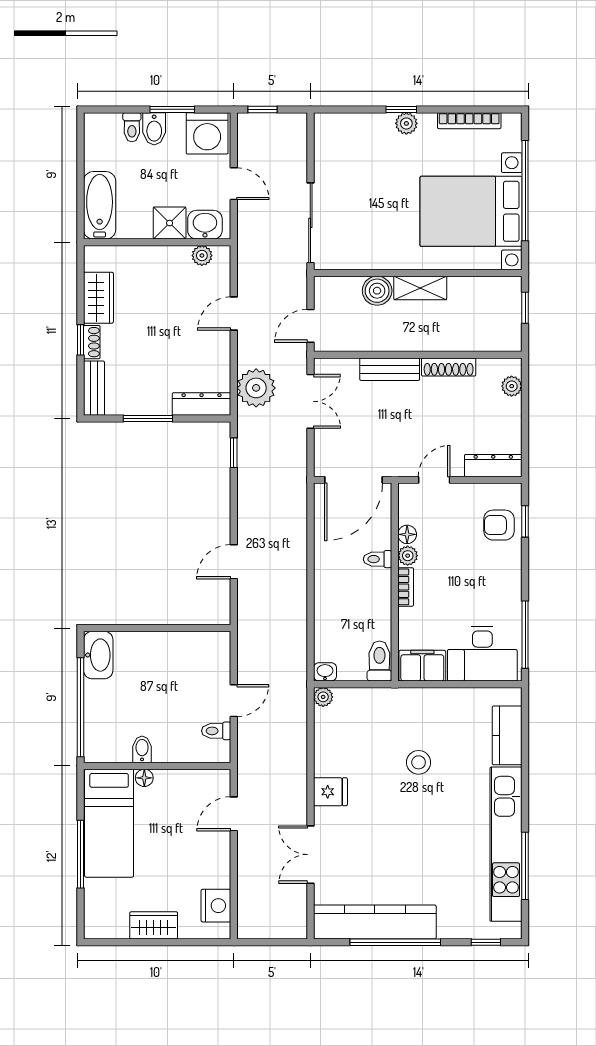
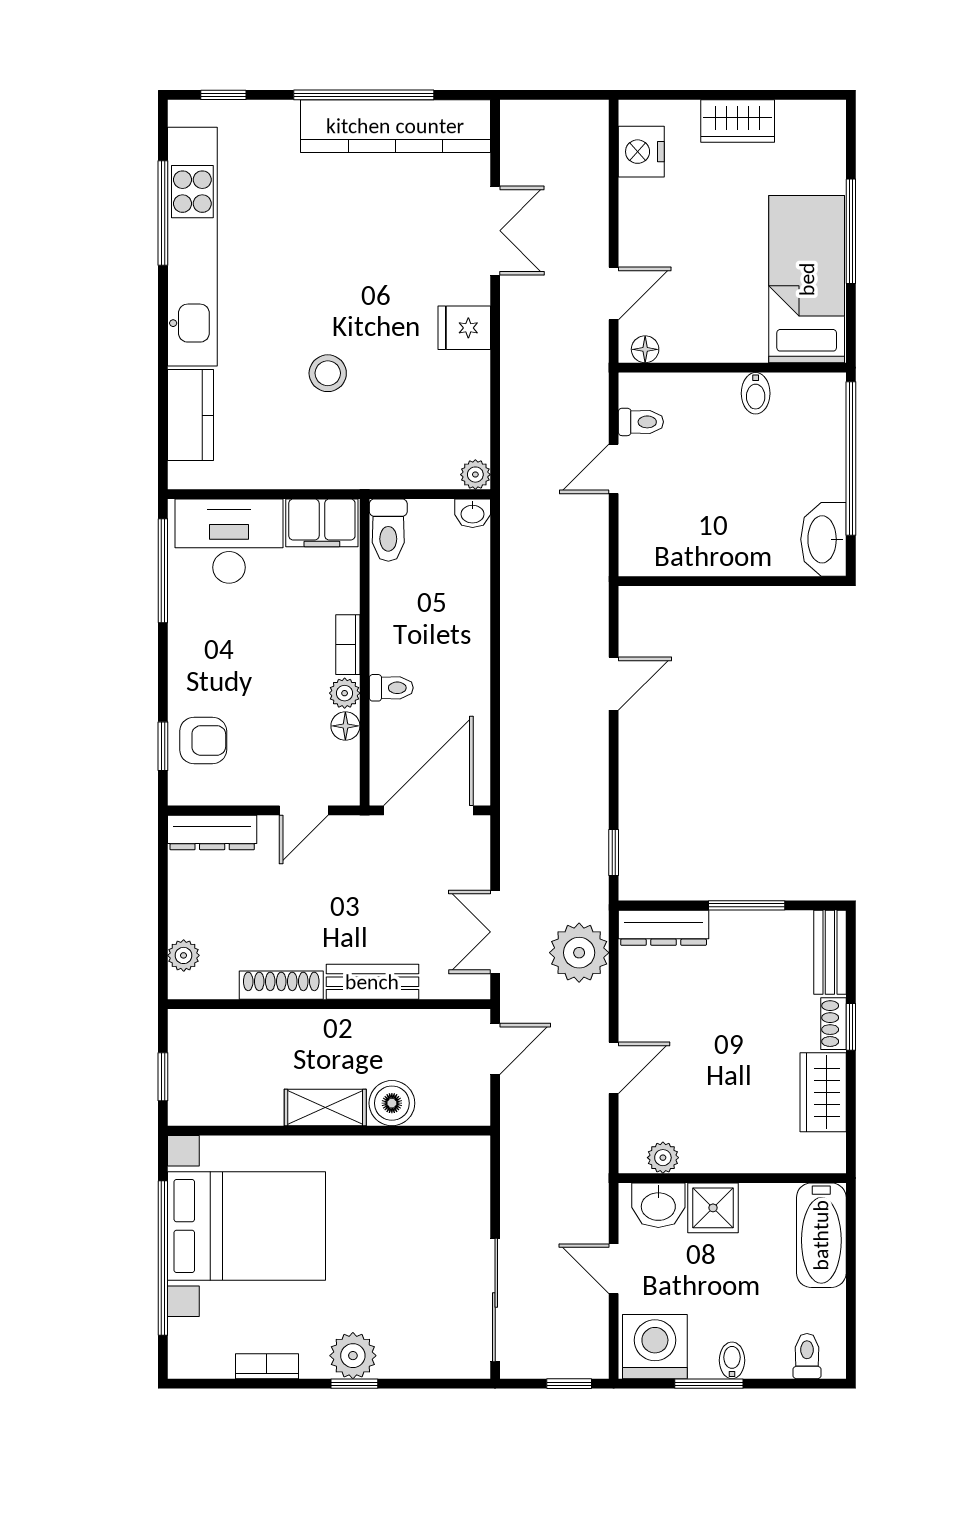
bookcase: (469, 121) -> (267, 1366), width x0.64
plant: (406, 123) -> (353, 1356), width x1.38, depth x1.38
toilet: (132, 127) -> (807, 1356), moved
bidet: (154, 129) -> (732, 1360), width x0.72, depth x0.74
sliding door: (310, 223) -> (495, 1300), moved
floor lamp: (144, 778) -> (645, 349), moved

